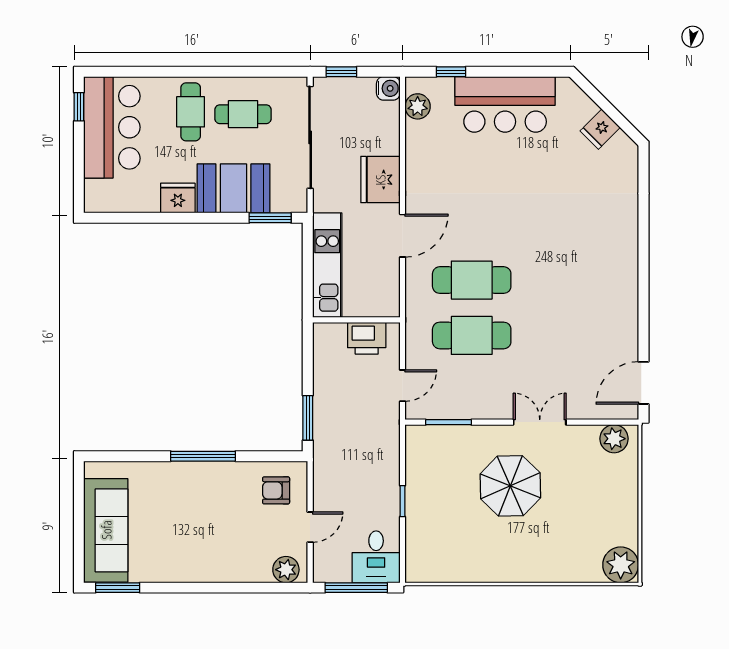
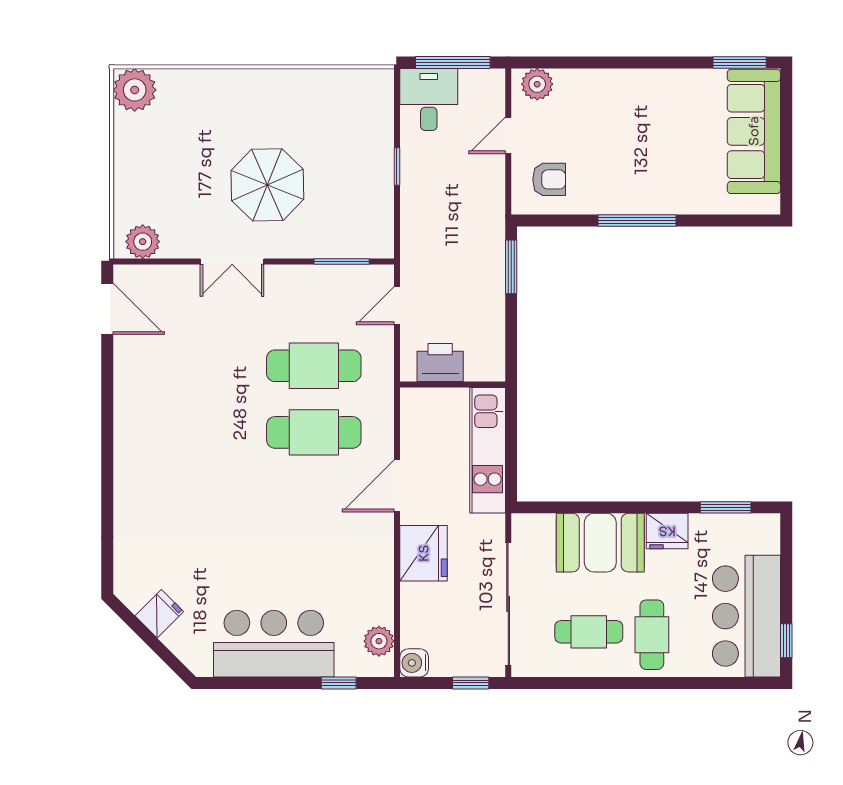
window: (270, 218) -> (726, 507), moved
door: (643, 383) -> (107, 309), hinge flipped

